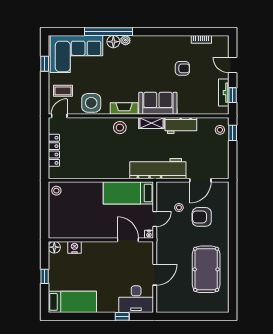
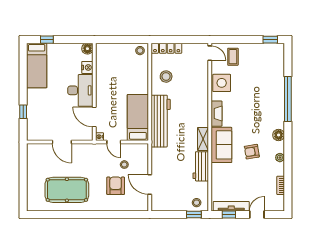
plant: (125, 40) -> (280, 158), moved
floor lamp: (113, 42) -> (279, 135), moved
corner sofa: (76, 54) -> (267, 69), removed
window: (45, 64) -> (270, 40), moved
armchair: (182, 68) -> (252, 152), moved, turned 81
tv unit: (224, 93) -> (231, 206), width x1.41
stool: (120, 128) -> (166, 77), moved
locker: (54, 150) -> (167, 48), moved
workbench: (158, 169) -> (161, 121), moved
door: (128, 240) -> (94, 117), swing flipped
window: (45, 276) -> (47, 40), moved
desk: (136, 299) -> (80, 90), moved, turned 180

